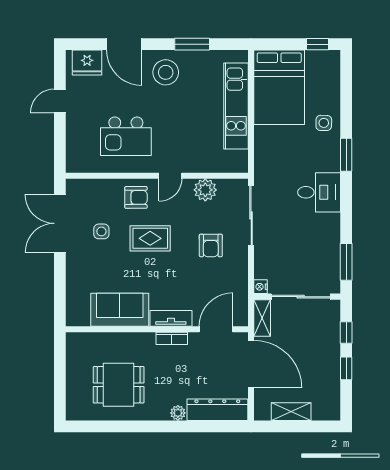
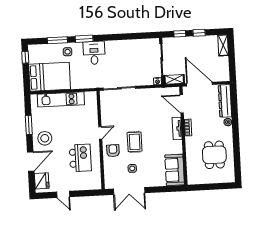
door: (170, 176) -> (100, 133), hinge flipped
plant: (205, 190) -> (107, 114), removed
desk: (319, 192) -> (94, 53), moved
armchair: (211, 245) -> (137, 109), removed
window: (346, 262) -> (57, 40), moved
sofa: (120, 310) -> (175, 170), moved
door: (251, 364) -> (199, 84), hinge flipped
shelving: (291, 412) -> (223, 45), moved

